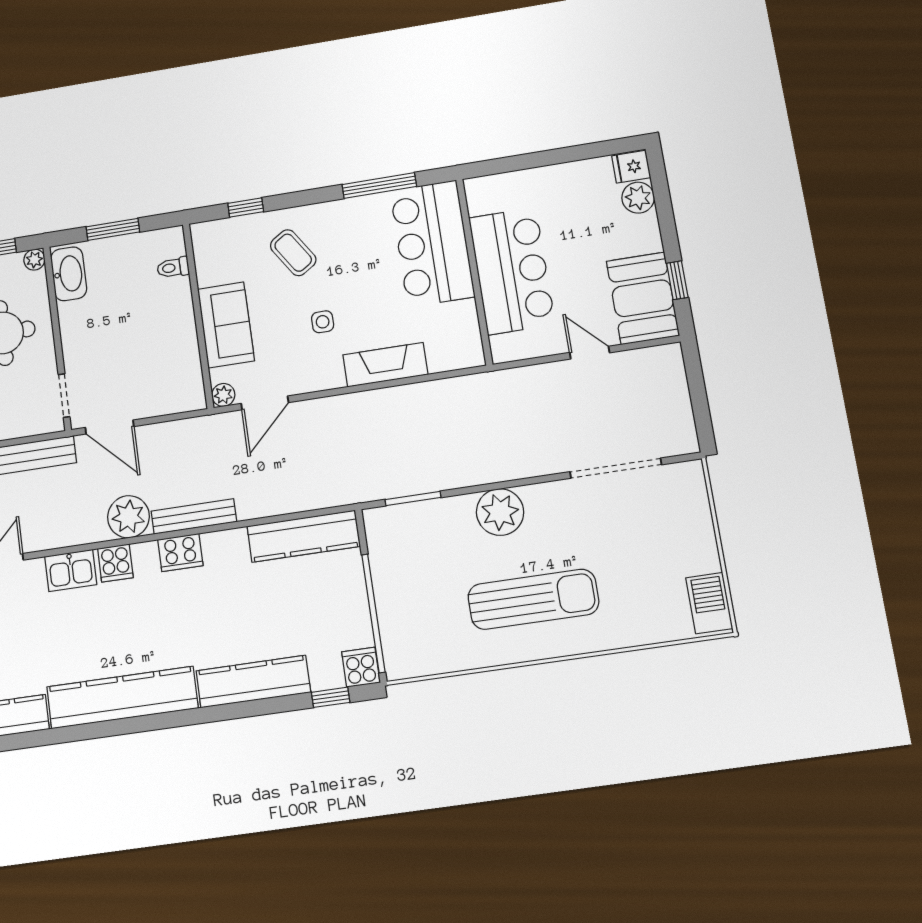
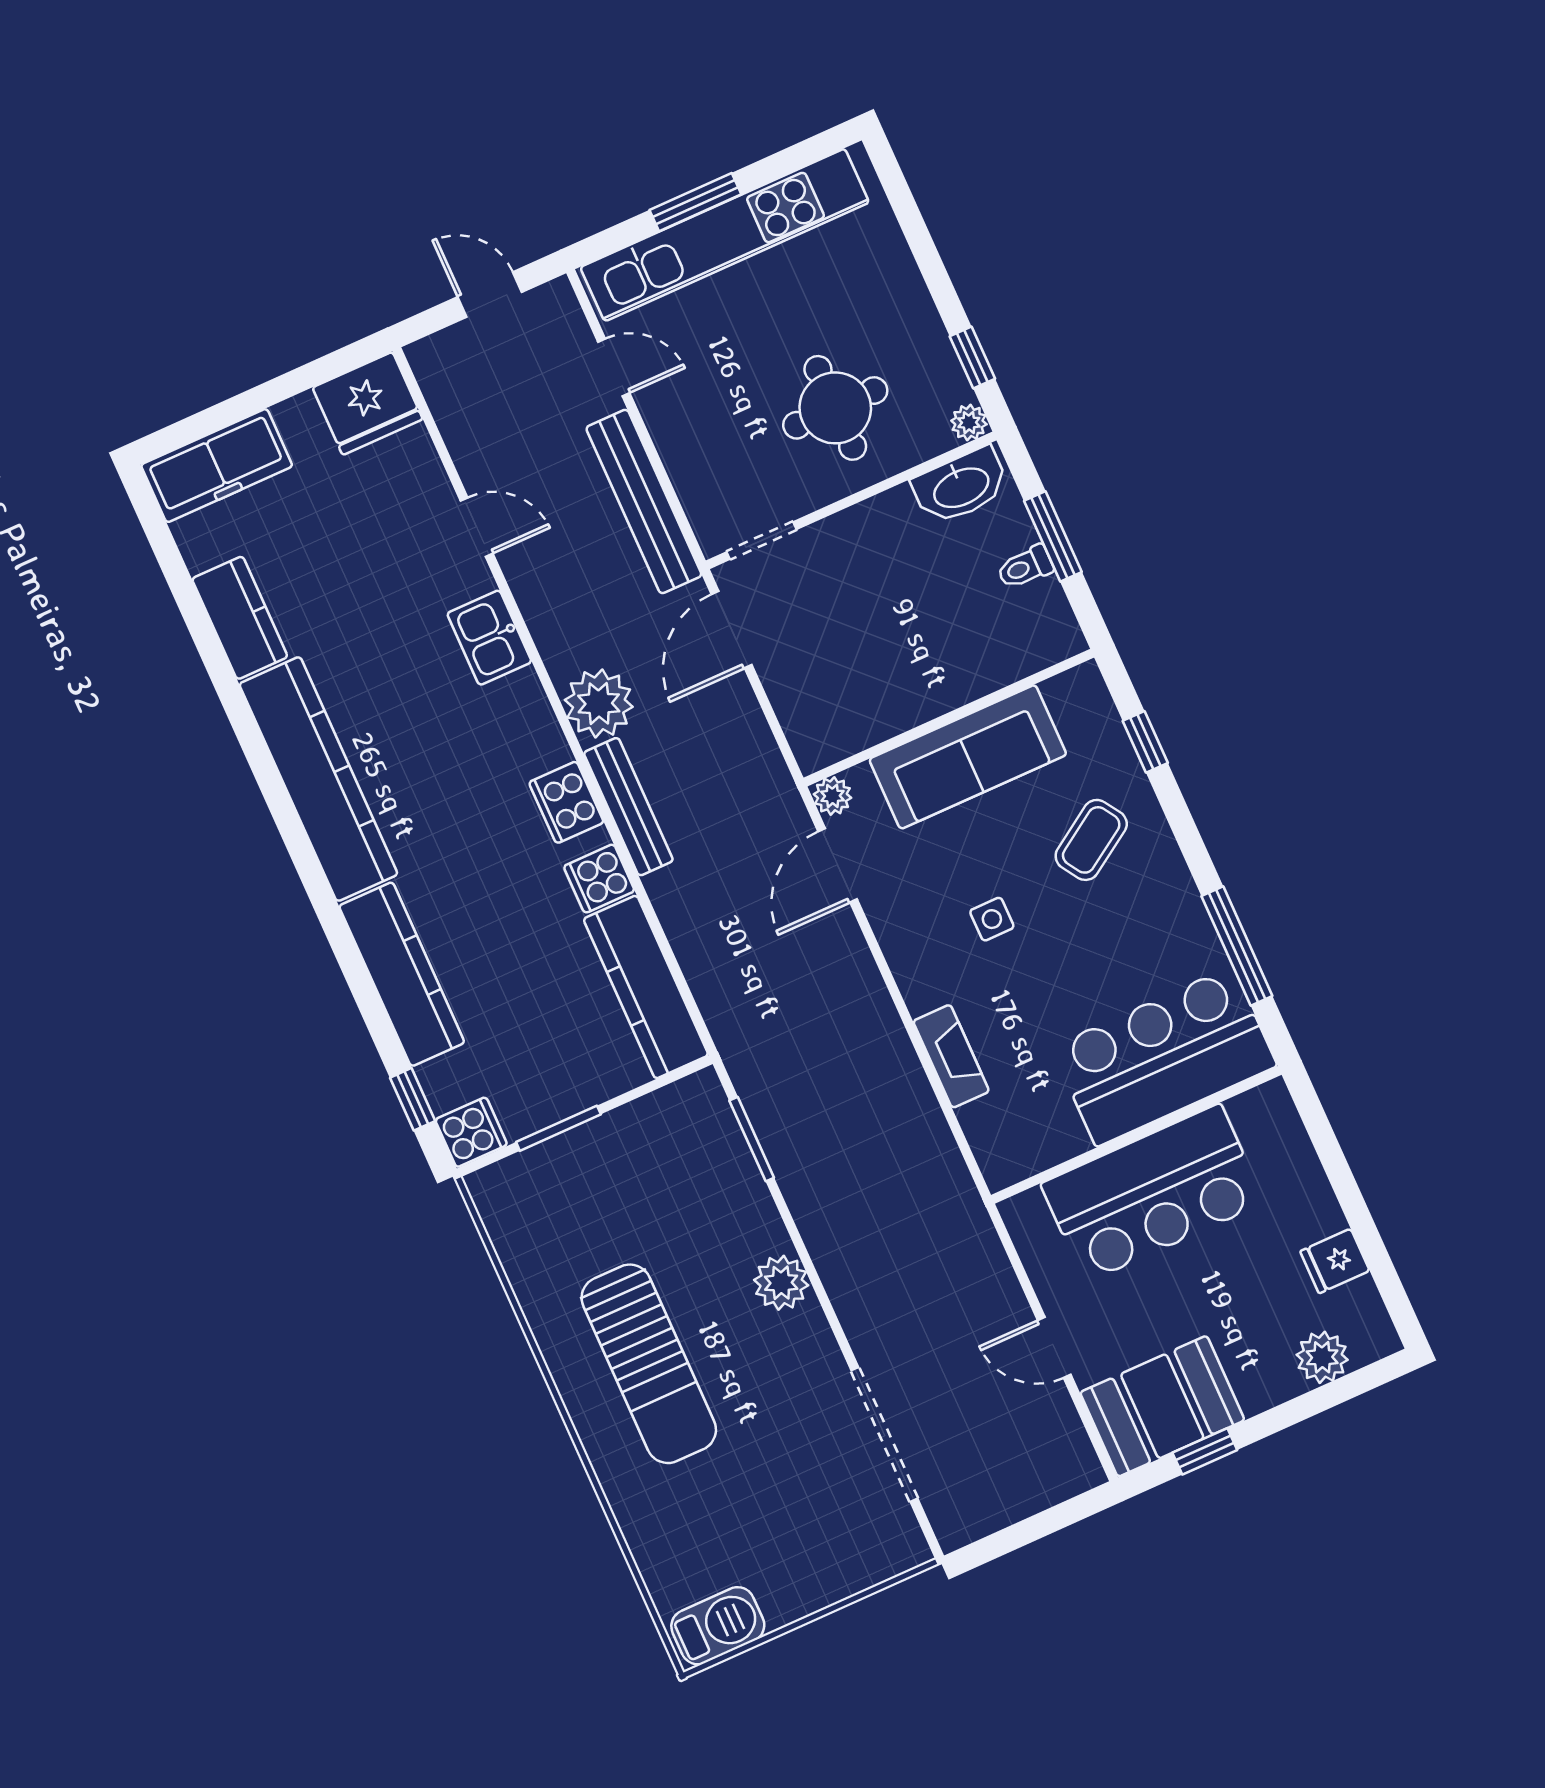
fridge: (631, 167) -> (1335, 1261), moved, turned -90
toilet: (173, 268) -> (1025, 567), moved, turned -90
sofa: (226, 325) -> (968, 757), width x1.36
door: (590, 353) -> (1054, 1347), swing flipped
fireplace: (385, 365) -> (951, 1056), width x0.73, depth x0.76
door: (265, 403) -> (838, 865), hinge flipped
plant: (500, 512) -> (781, 1283), width x0.73, depth x0.73
cooker: (115, 563) -> (599, 879), moved
window: (373, 613) -> (558, 1128), width x0.47

